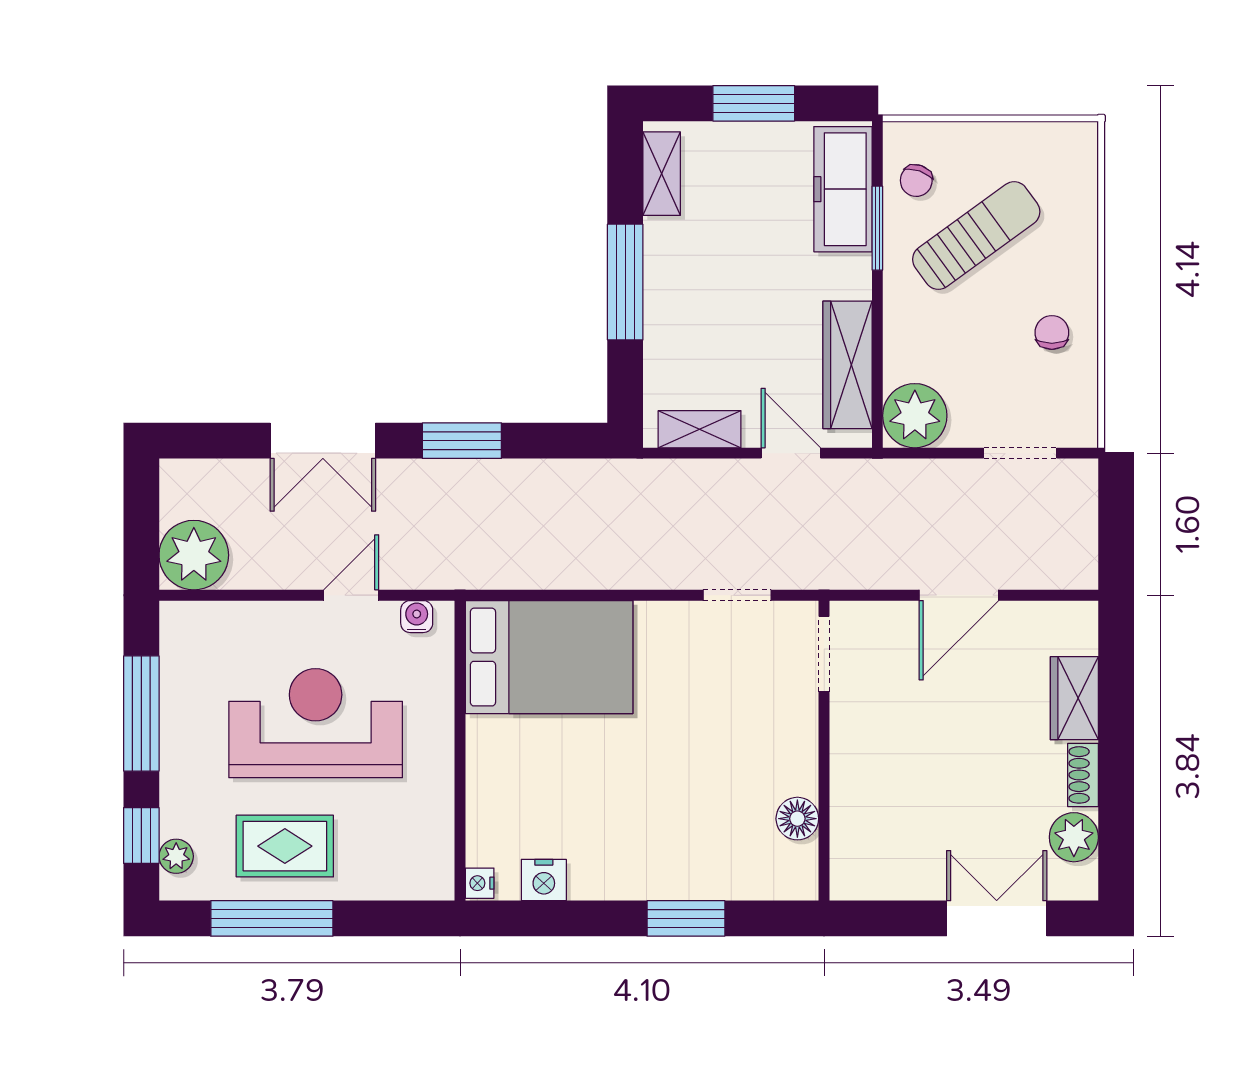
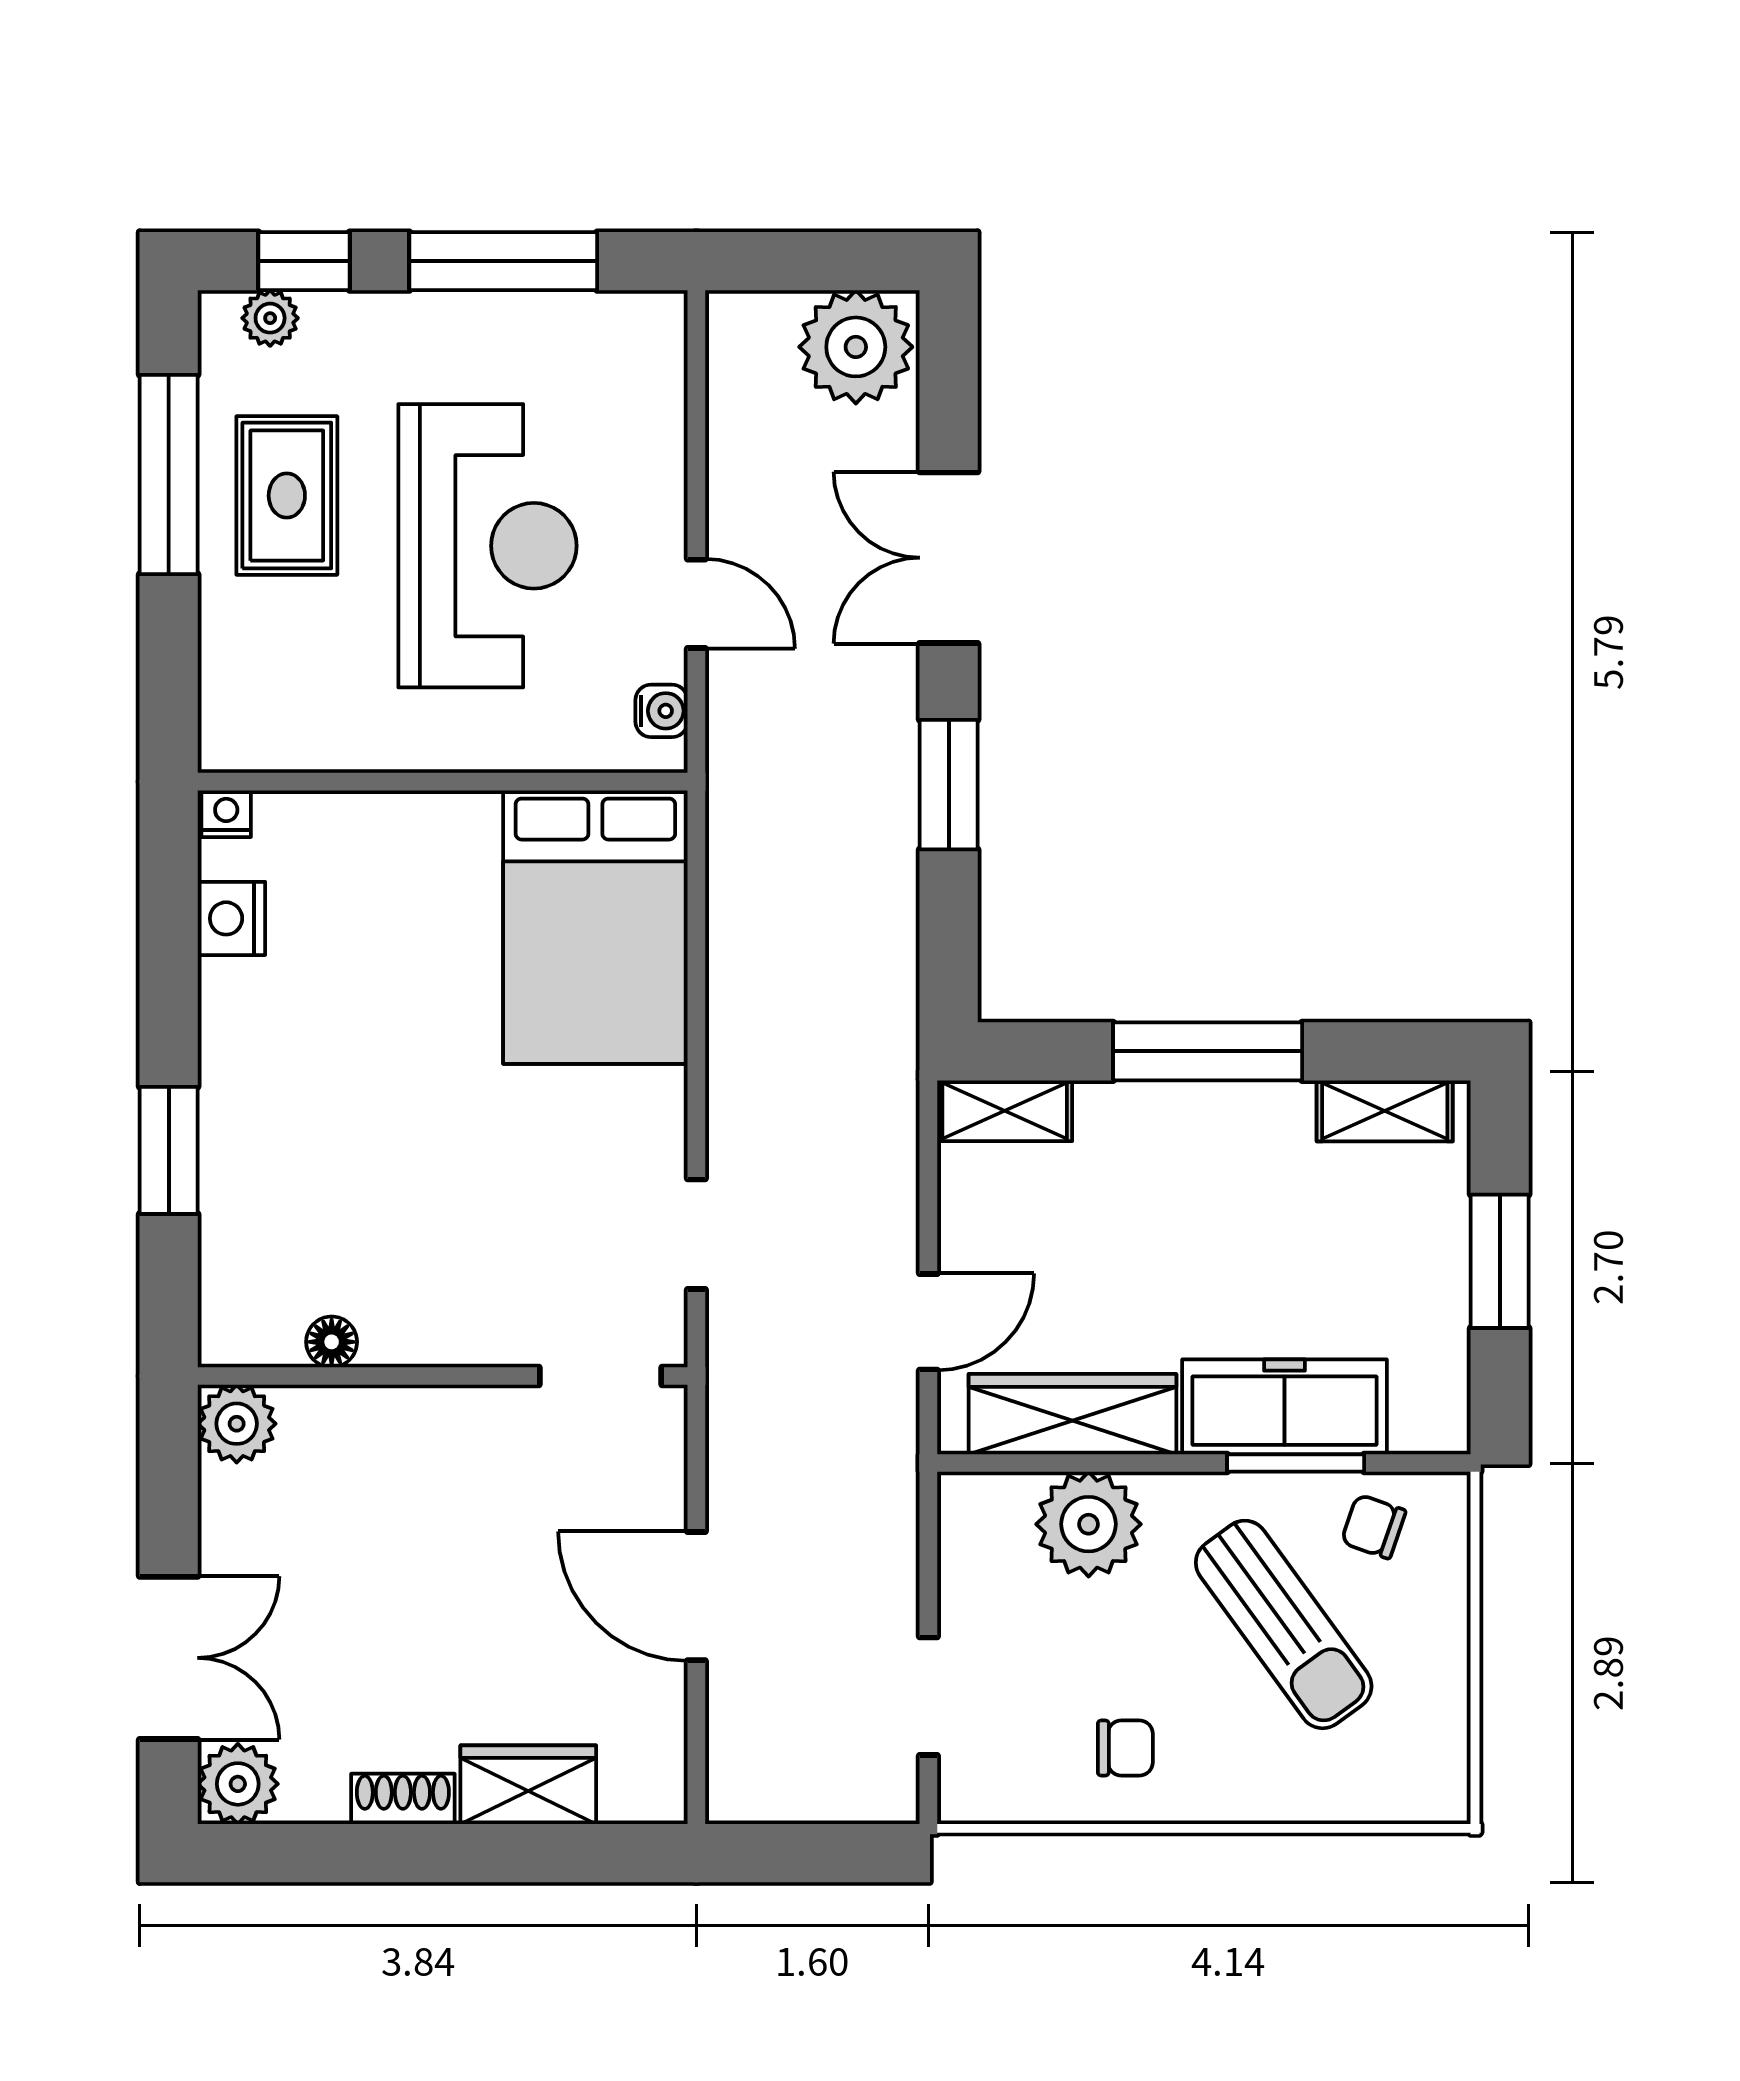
freezer: (843, 189) -> (1284, 1407), moved
plant: (915, 416) -> (1089, 1524), moved
shelving: (700, 429) -> (1005, 1111), moved, turned 90
plant: (194, 555) -> (856, 347), moved
floor lamp: (797, 819) -> (332, 1342), width x0.73, depth x0.73
plant: (1074, 837) -> (238, 1784), moved
plant: (853, 877) -> (237, 1424), added

